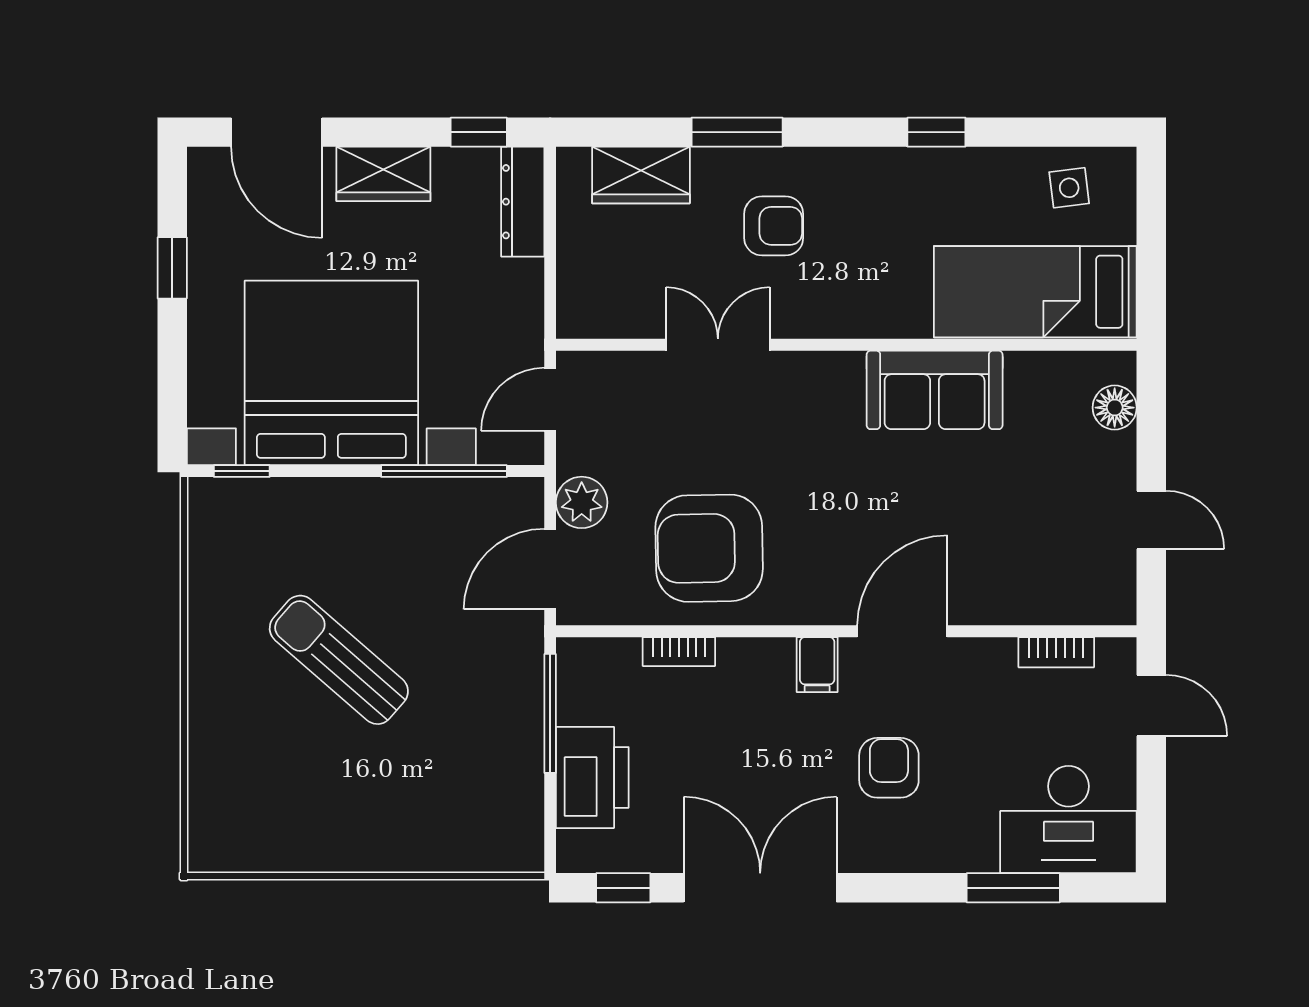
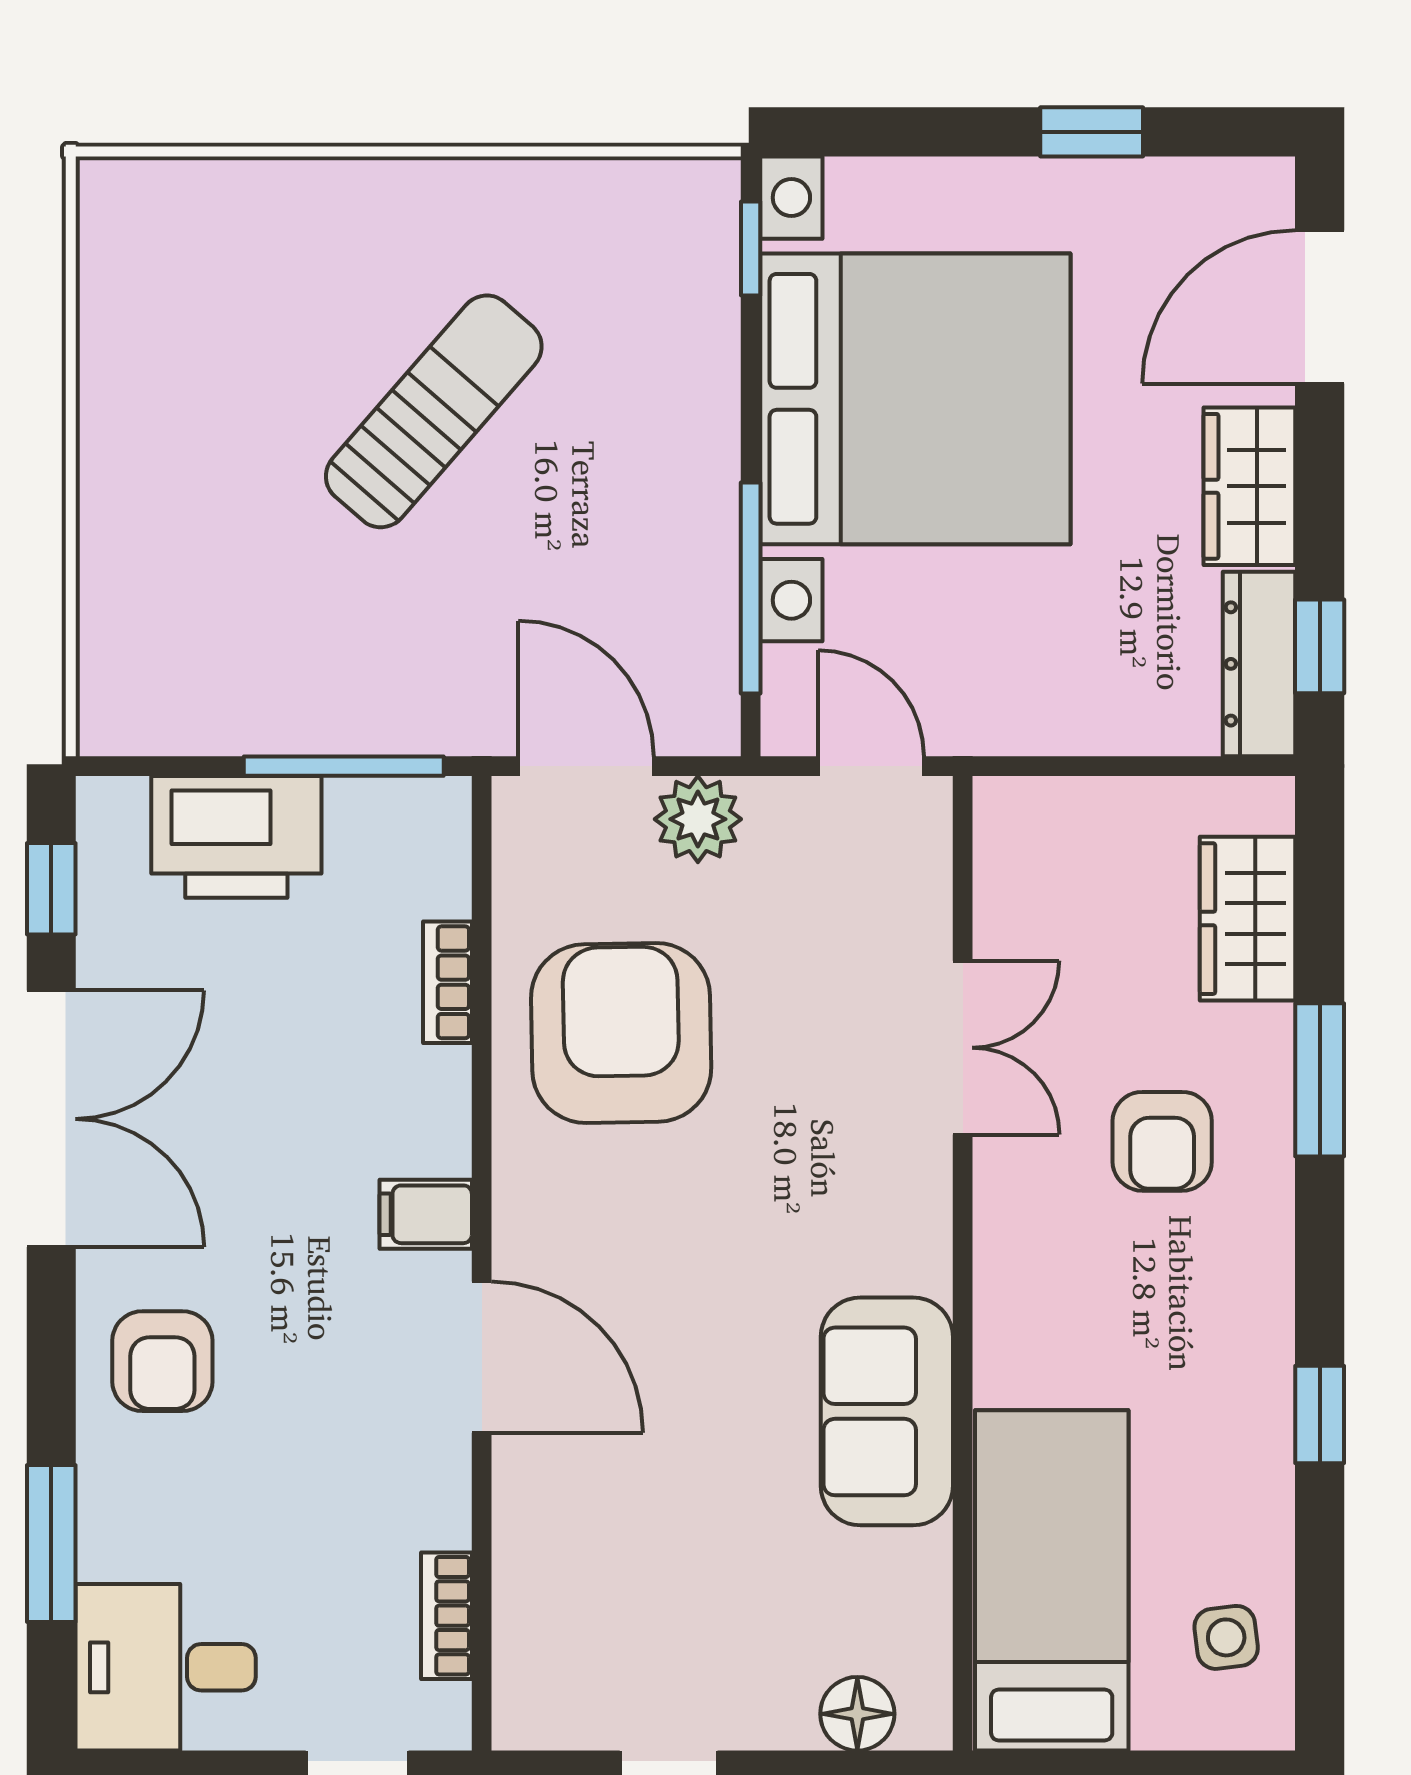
dresser: (523, 202) -> (1259, 664), moved, turned -90
armchair: (889, 768) -> (162, 1361), moved, turned 90
desk: (1068, 820) -> (166, 1667), width x0.73

